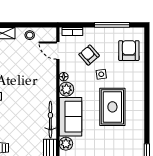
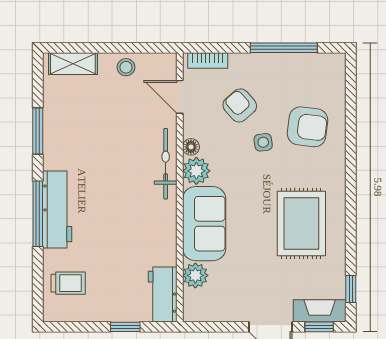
armchair: (129, 51) -> (307, 127), moved, turned 97
rug: (112, 107) -> (301, 223), moved
bicycle: (50, 120) -> (166, 164), moved

